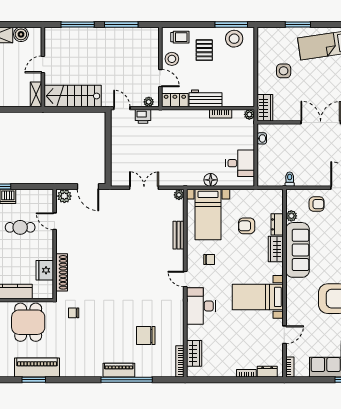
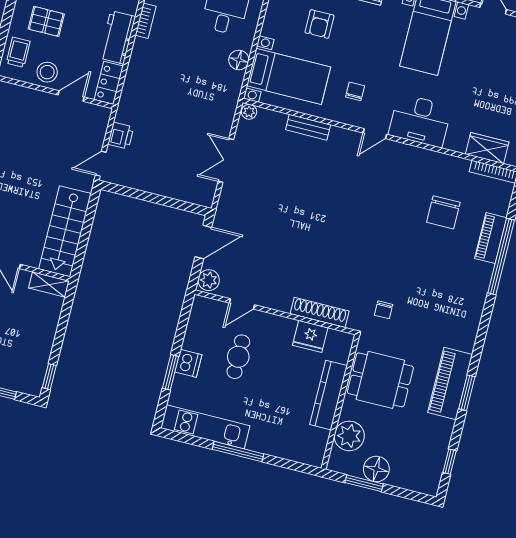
plant: (149, 102) -> (102, 122), removed
piano: (119, 370) -> (491, 238), moved

